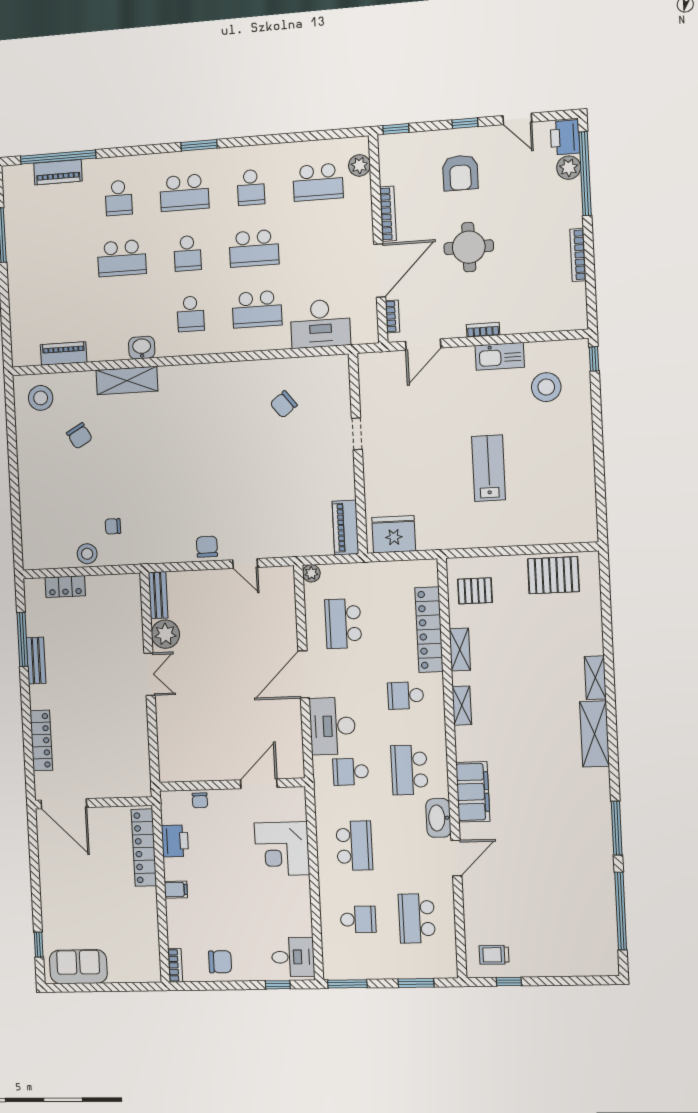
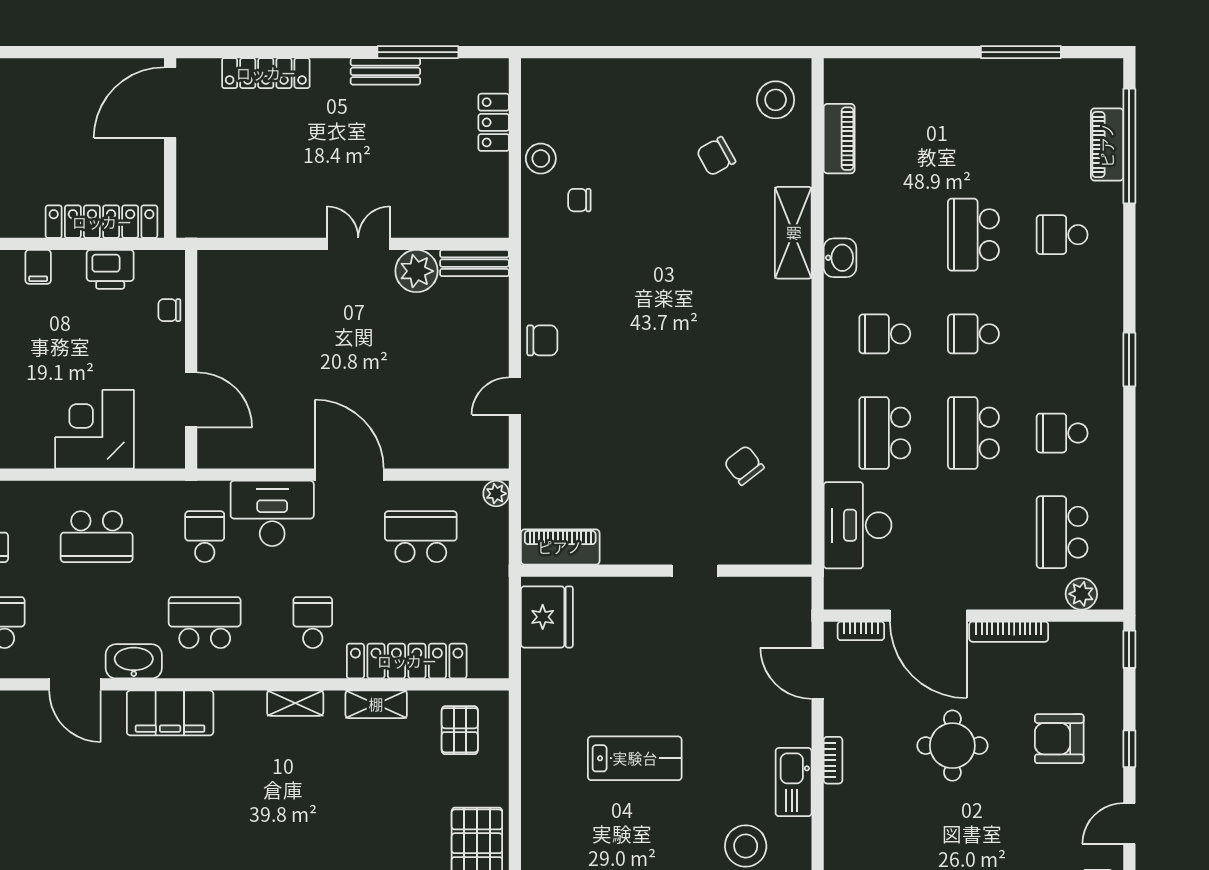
school desk: (184, 193) -> (1062, 334), removed
chair: (113, 526) -> (579, 200), turned -90
double door: (150, 674) -> (358, 244), swing flipped

